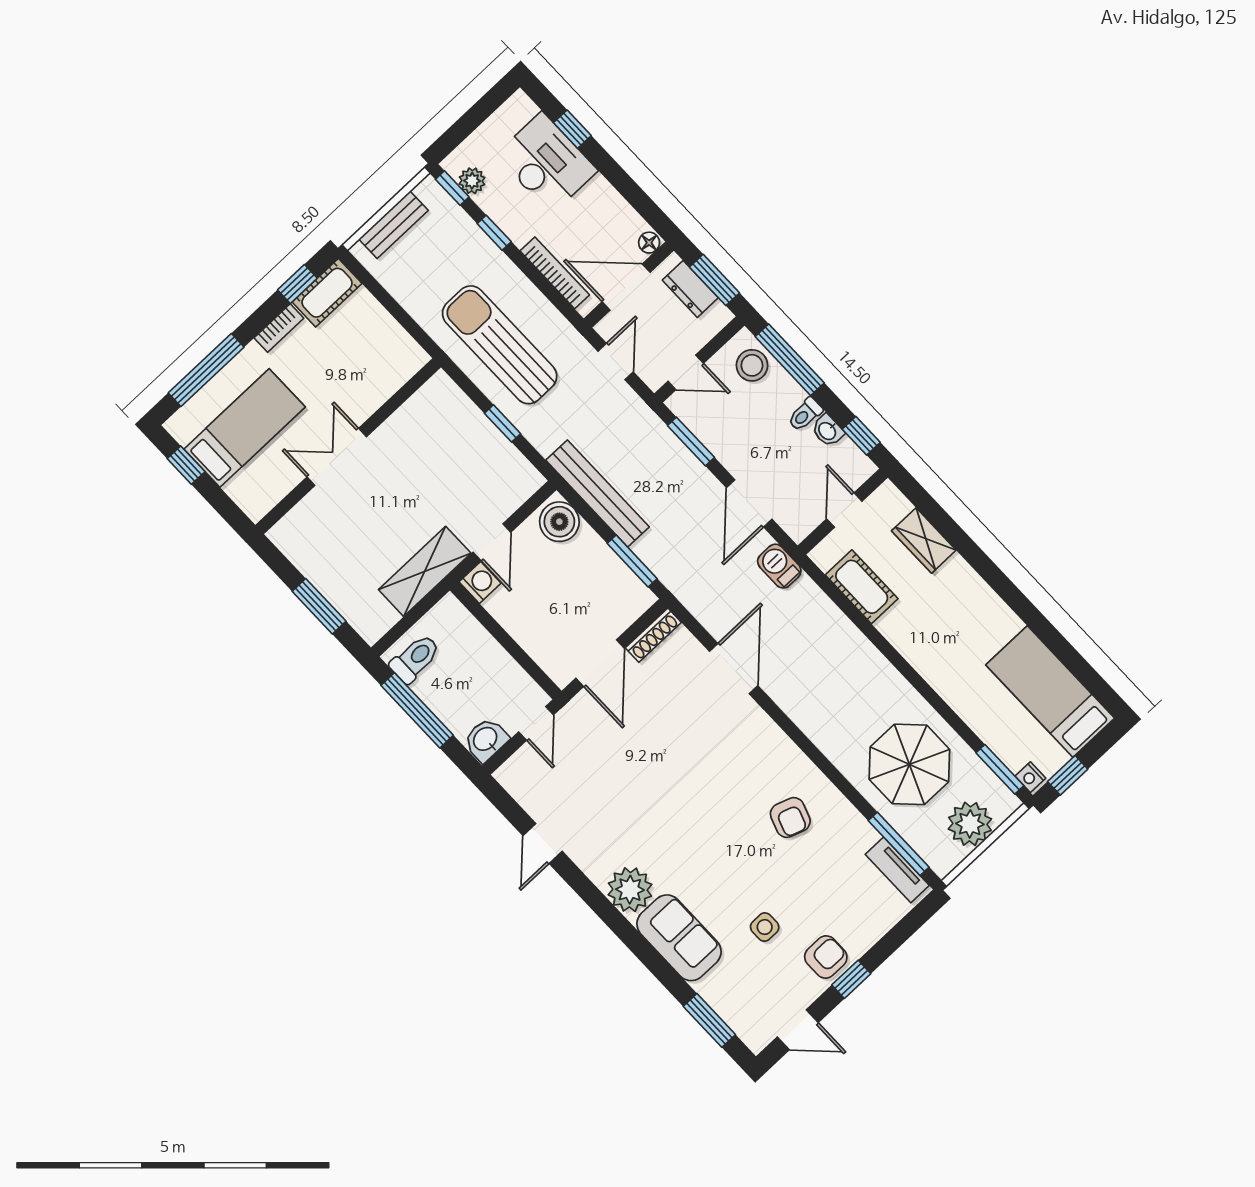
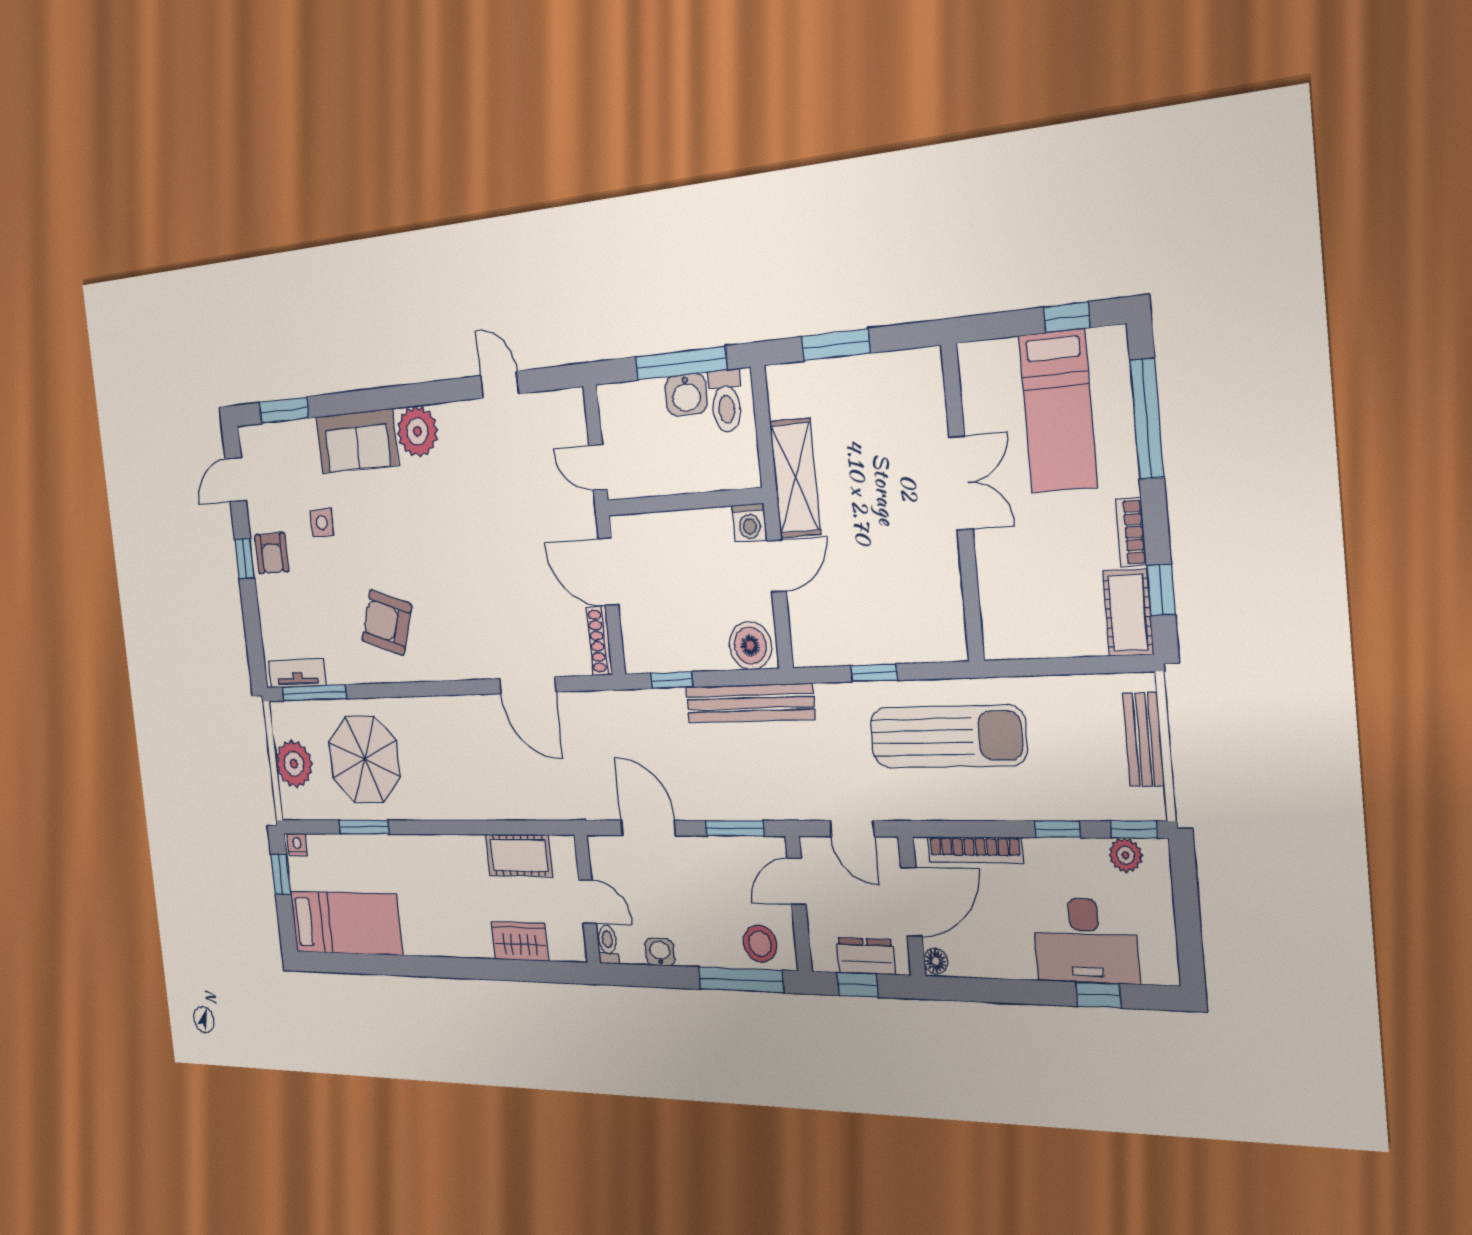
window: (714, 280) -> (858, 985), width x0.67
toilet: (805, 414) -> (608, 944), moved
window: (861, 436) -> (636, 975), removed
door: (492, 542) -> (776, 566), swing flipped
window: (632, 561) -> (672, 680), width x0.67
barbecue: (779, 566) -> (581, 803), removed
washbasin: (486, 740) -> (686, 395), moved, turned 90
window: (1000, 769) -> (364, 827), moved
armchair: (790, 817) -> (387, 623), width x1.38, depth x1.38

